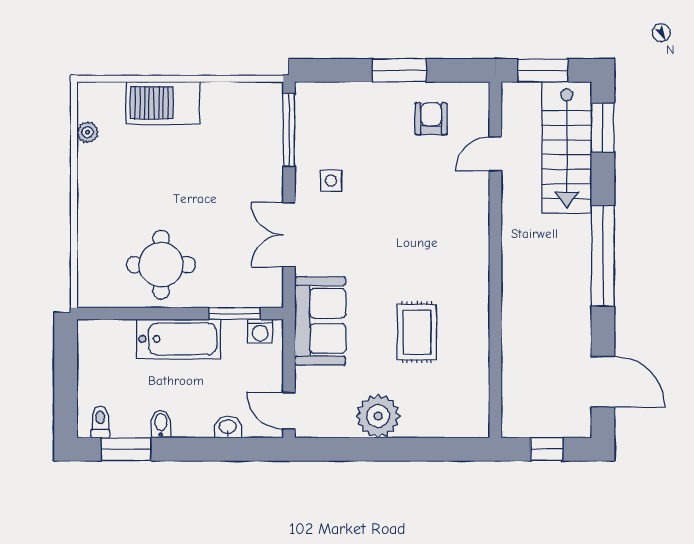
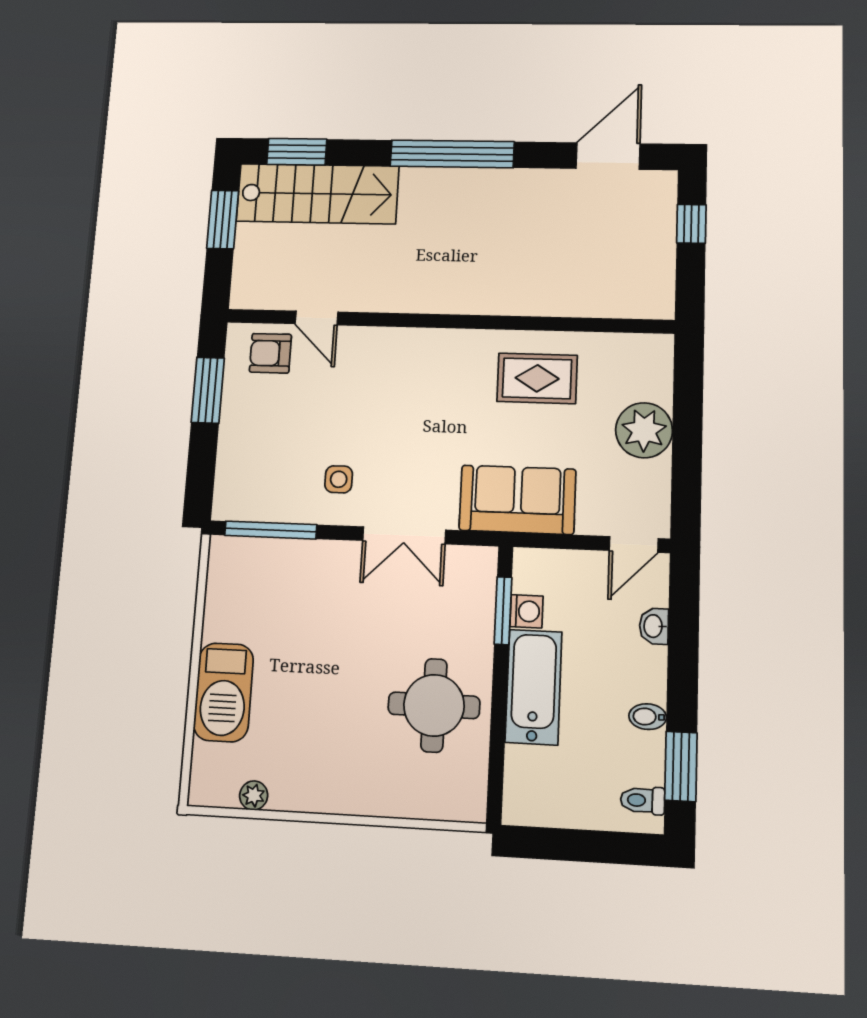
door: (495, 154) -> (317, 318), moved
wall: (495, 260) -> (448, 321), moved
washing machine: (260, 331) -> (526, 611), moved

